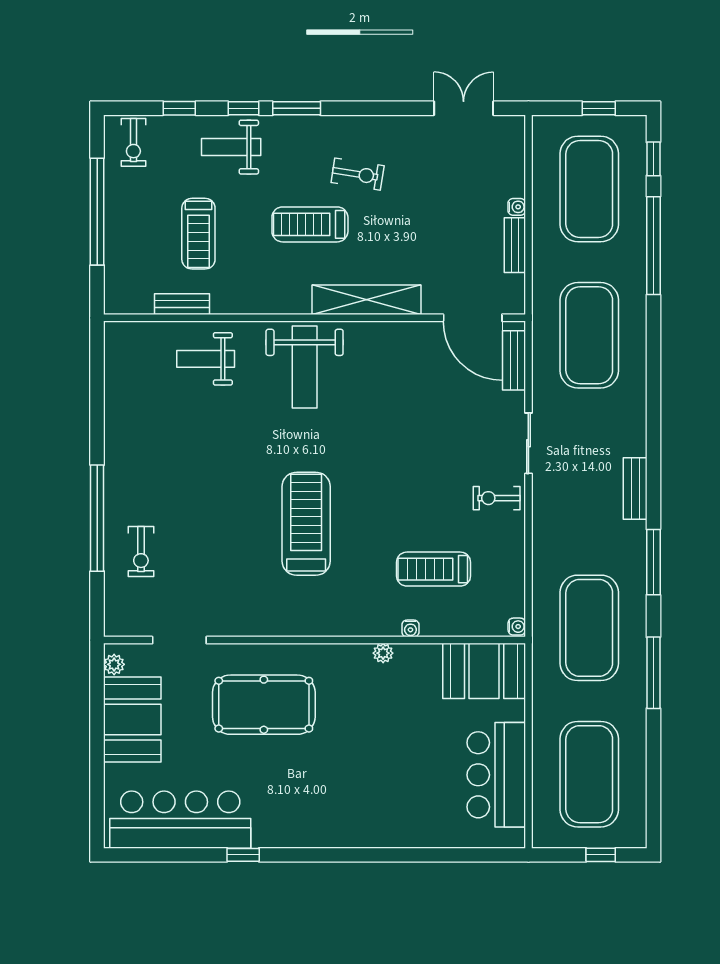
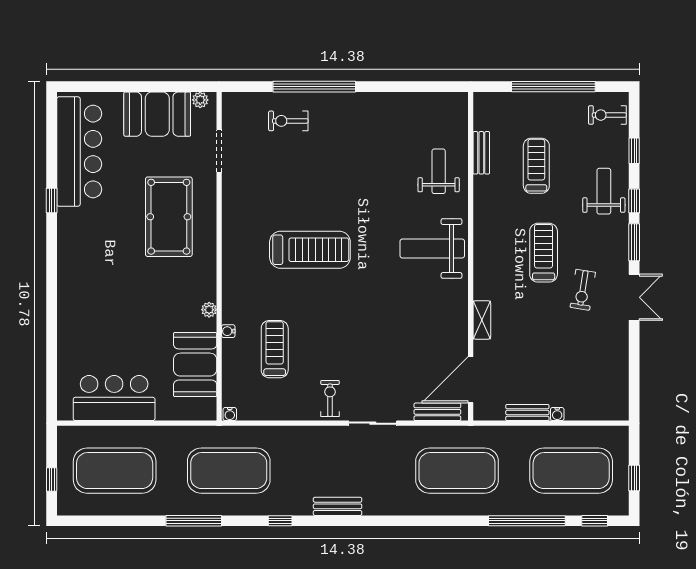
double door: (464, 108) -> (634, 297), moved
treadmill: (198, 234) -> (536, 166), turned 90
shelving: (366, 300) -> (482, 320), width x0.45, depth x0.75
window: (653, 562) -> (280, 521), width x0.46
booth: (484, 671) -> (195, 365), moved

